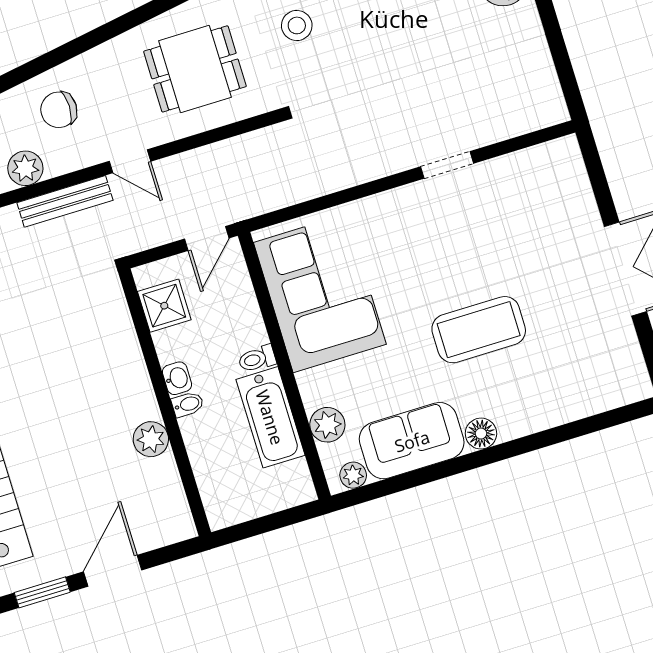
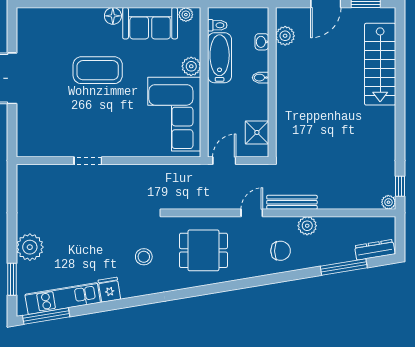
door: (130, 161) -> (252, 213), hinge flipped
toilet: (257, 359) -> (217, 25), moved
washbasin: (177, 378) -> (262, 42), moved
plant: (327, 425) -> (191, 66), moved
plant: (151, 439) -> (285, 36), moved

